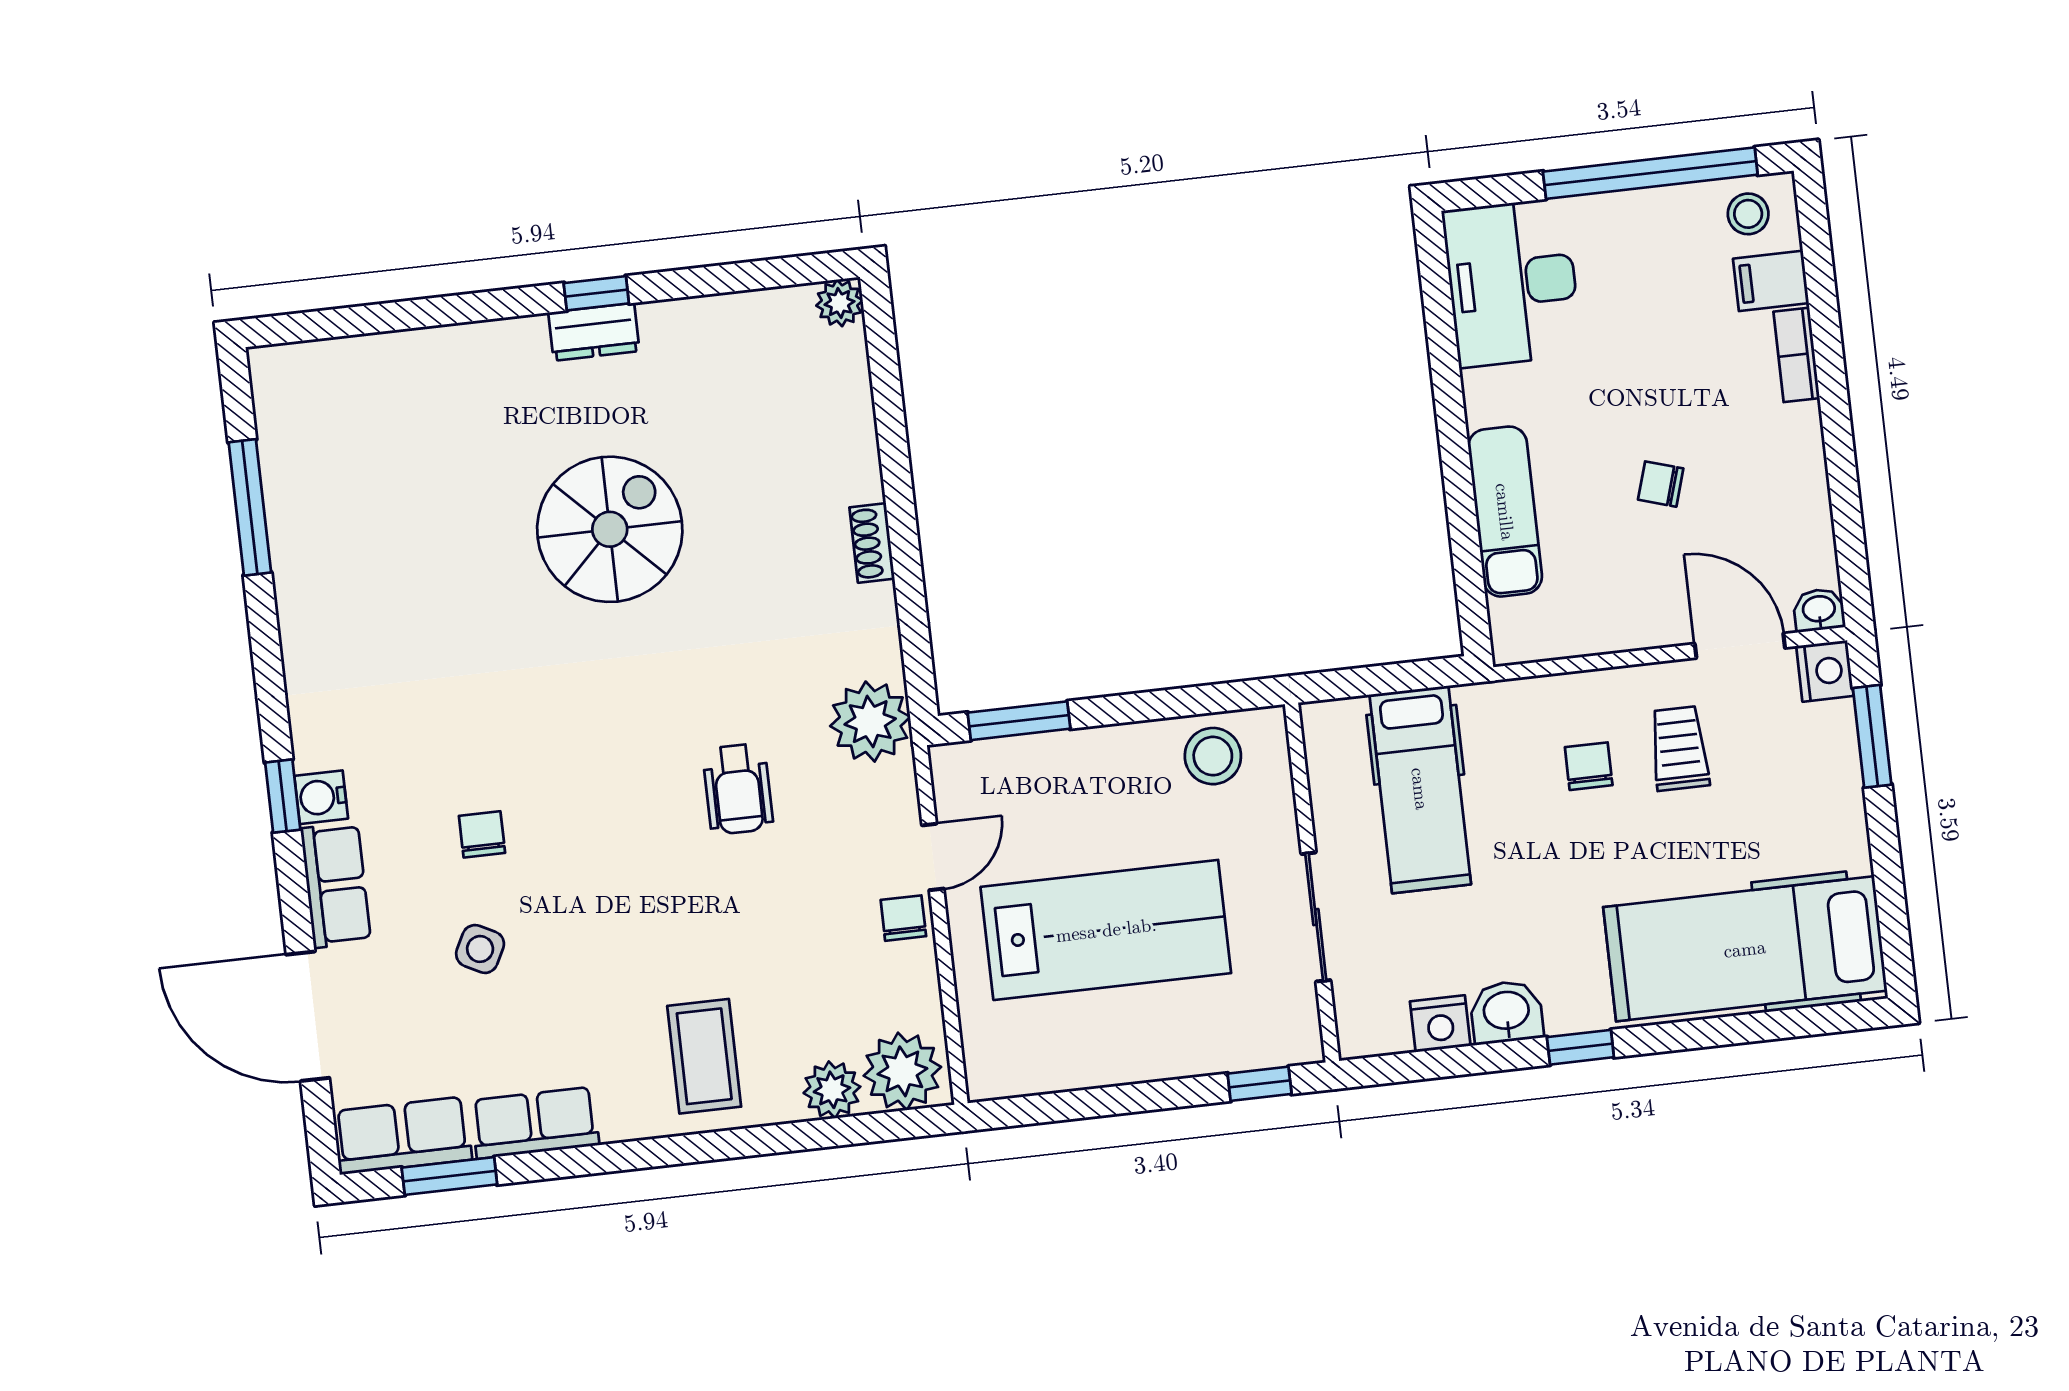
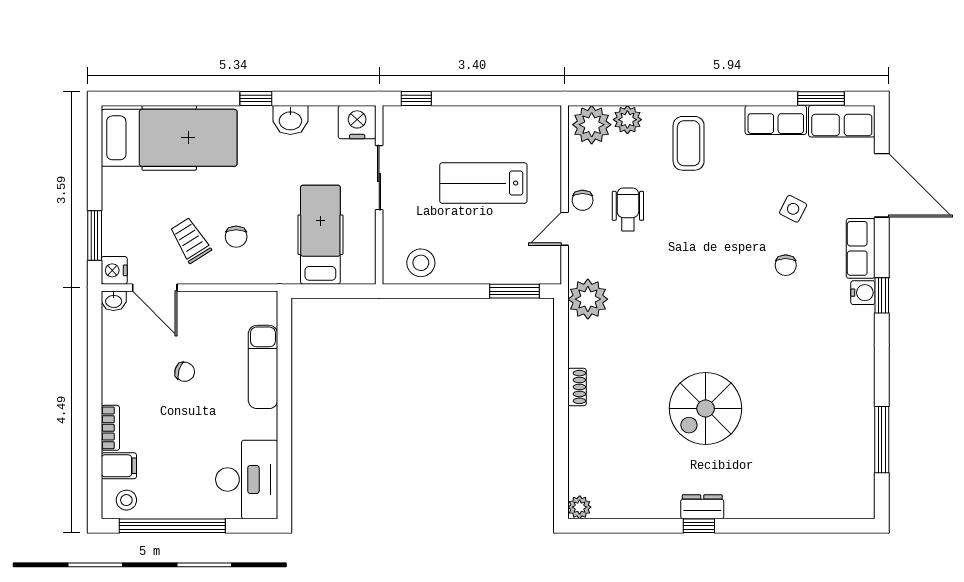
trolley: (1679, 748) -> (190, 240), turned 148
wheelchair: (738, 789) -> (628, 209), moved
lab bench: (1106, 930) -> (483, 183), width x0.73, depth x0.72
nightstand: (1440, 1024) -> (357, 122), moved, width x1.36, depth x1.33

